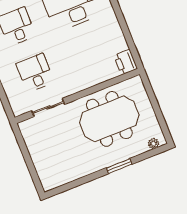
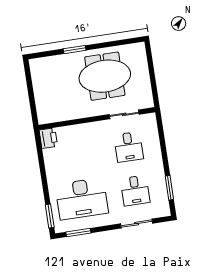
meeting table: (109, 119) -> (105, 76), moved
plant: (153, 143) -> (40, 62), removed

